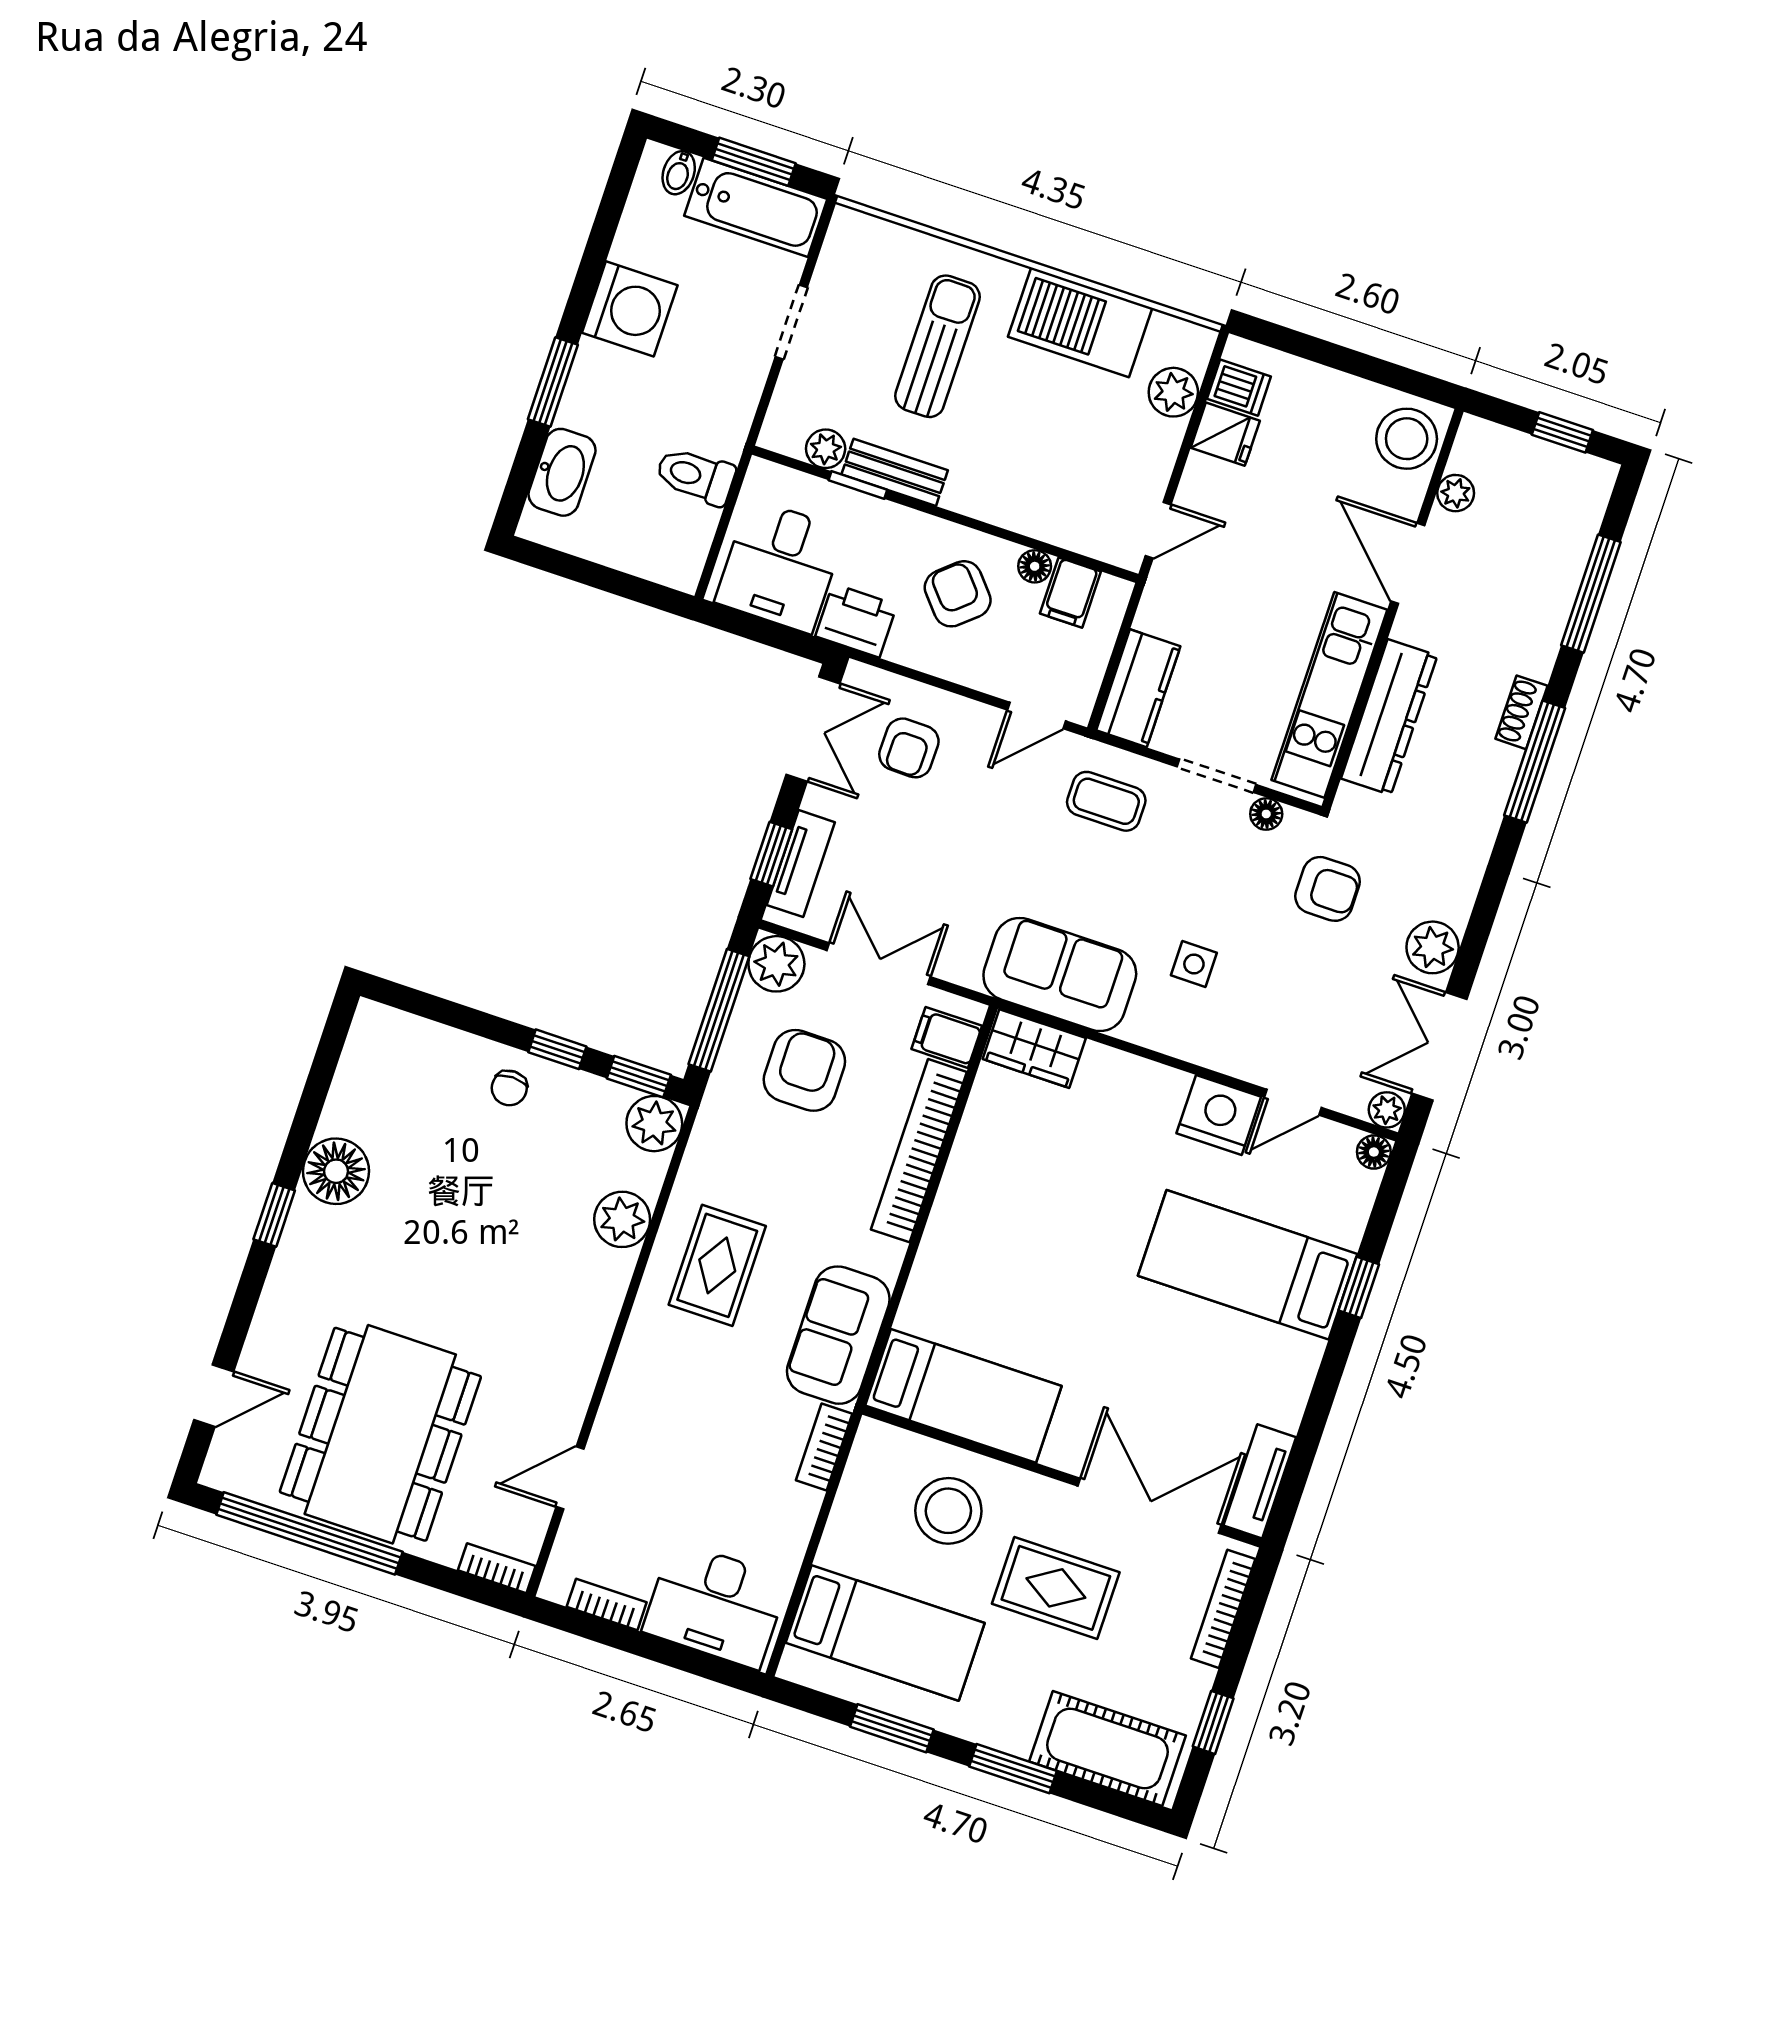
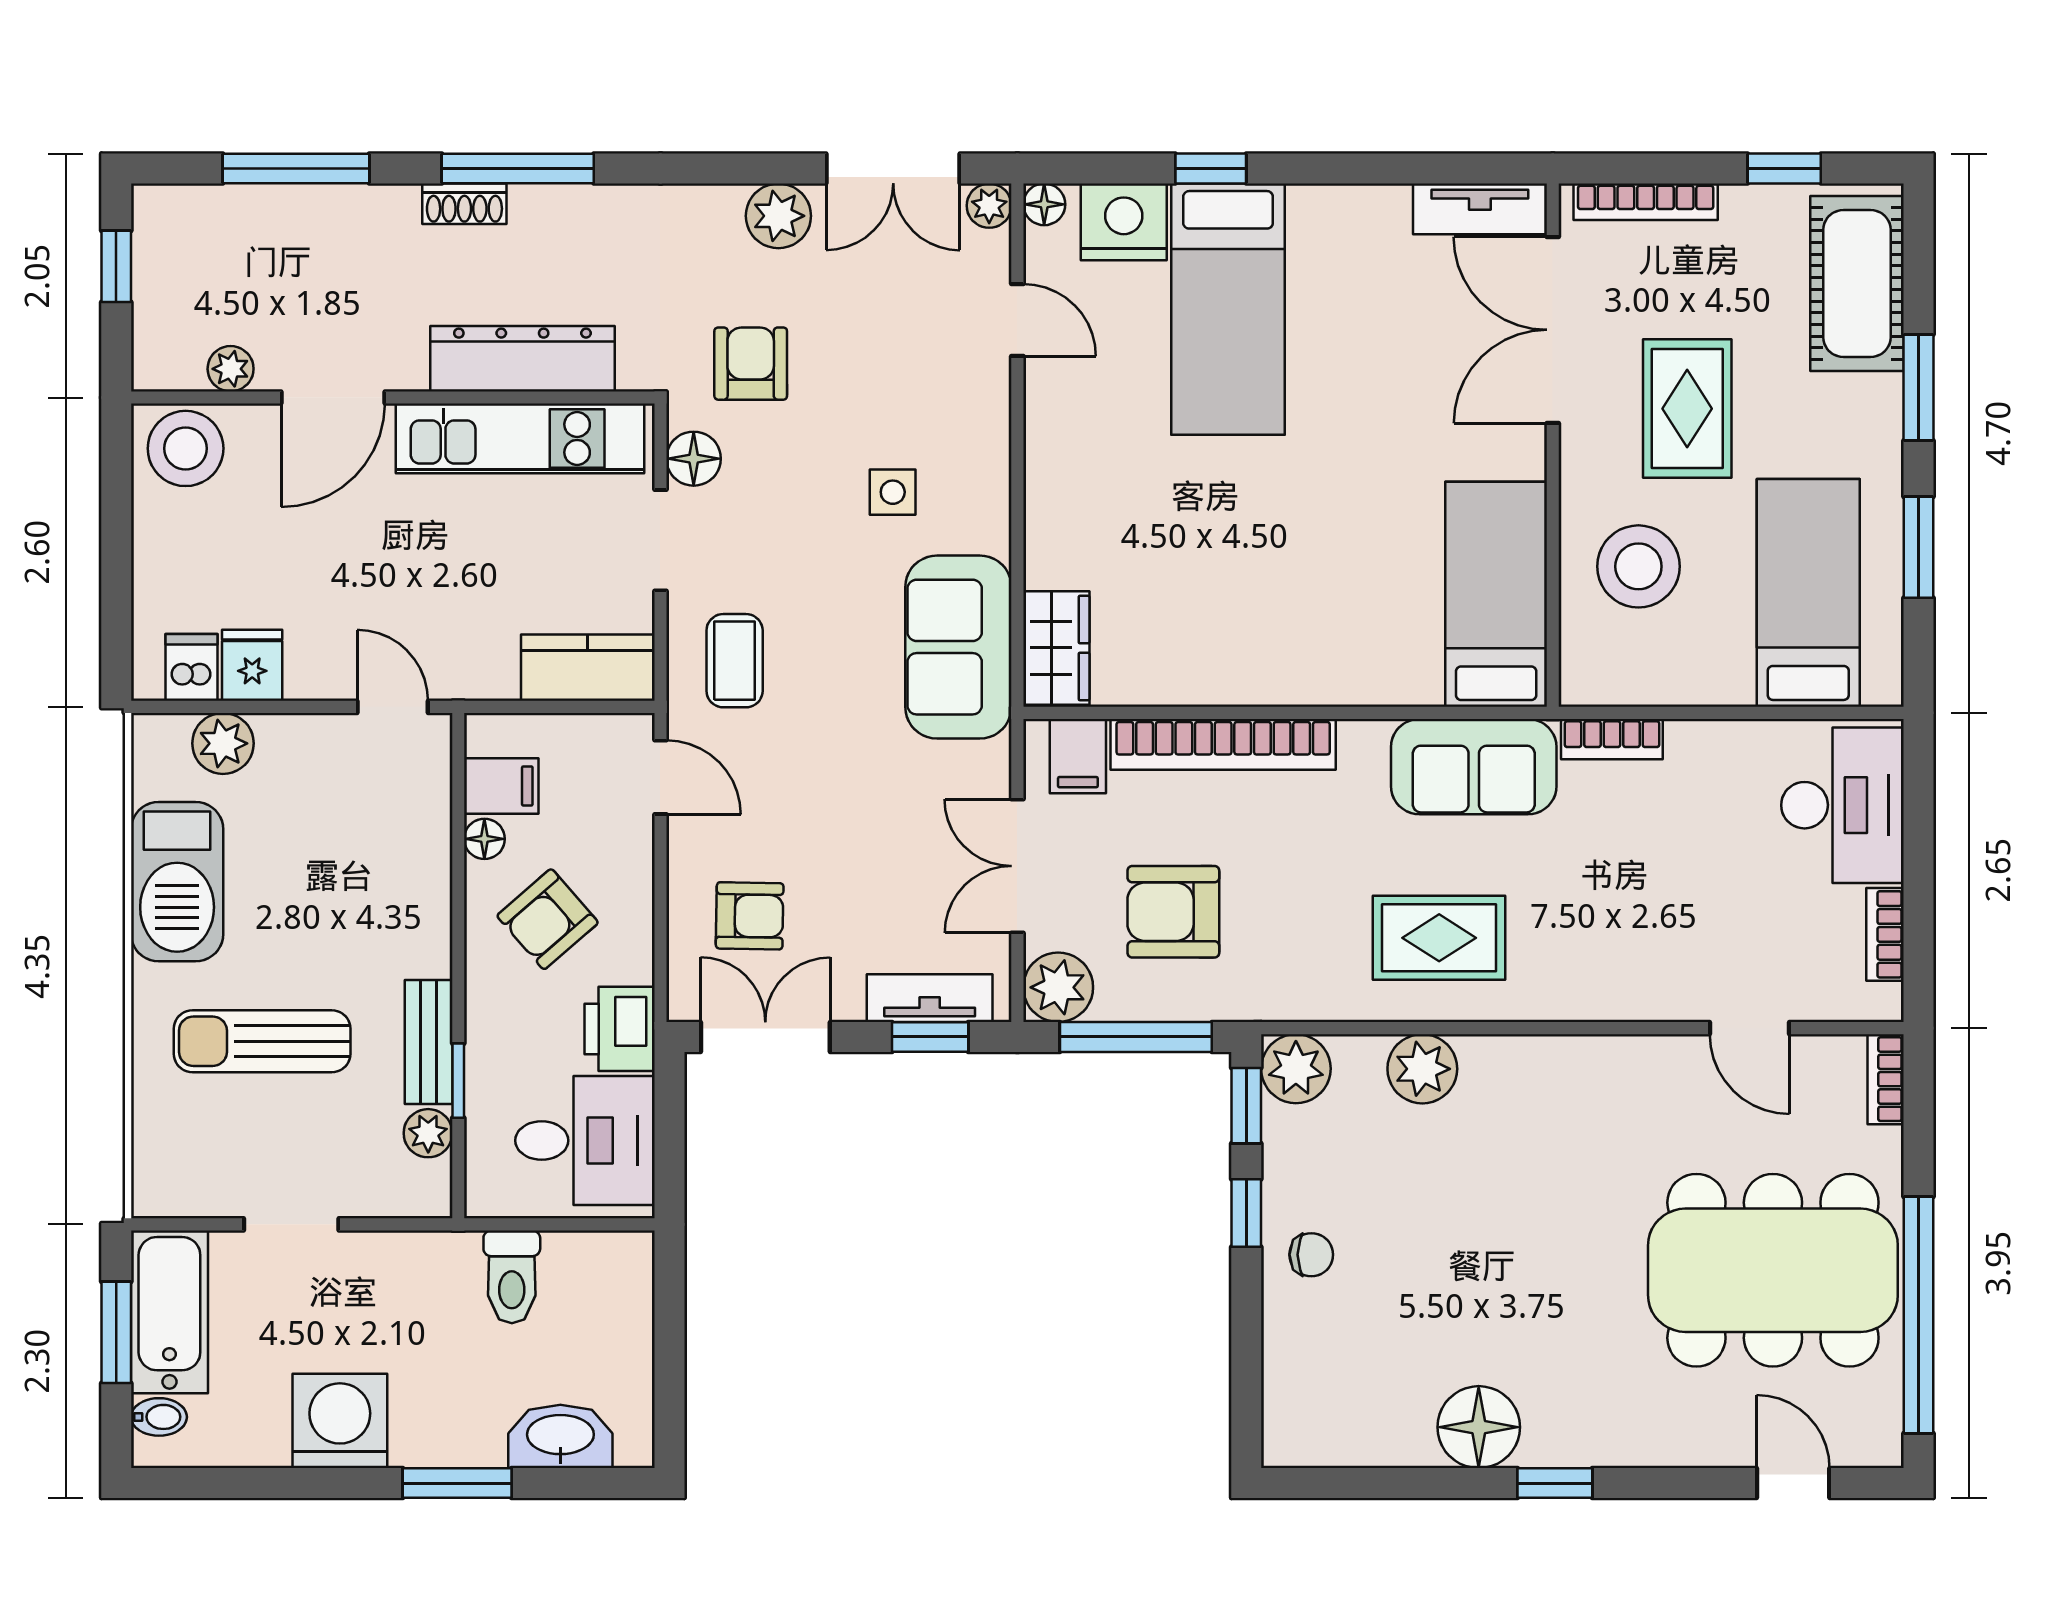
floor lamp: (1266, 814) -> (694, 459), width x1.37, depth x1.37
nightstand: (1219, 1115) -> (1124, 222), moved, turned 90

